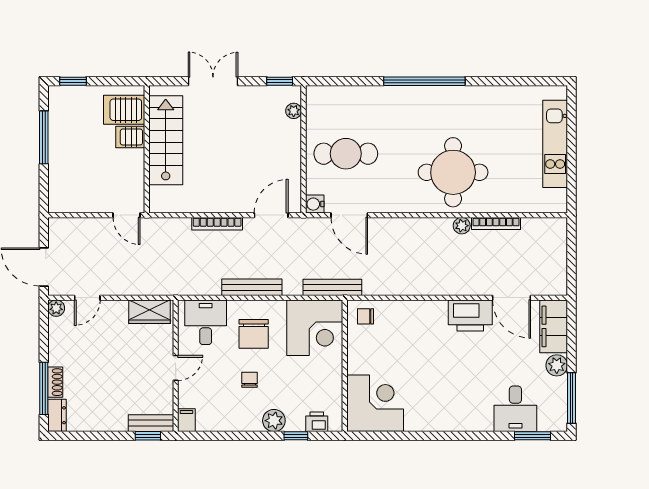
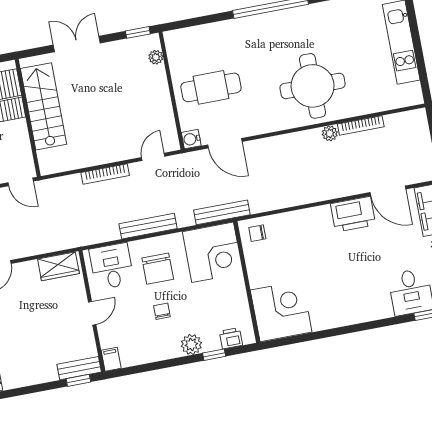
door: (271, 215) -> (153, 157), width x0.73

